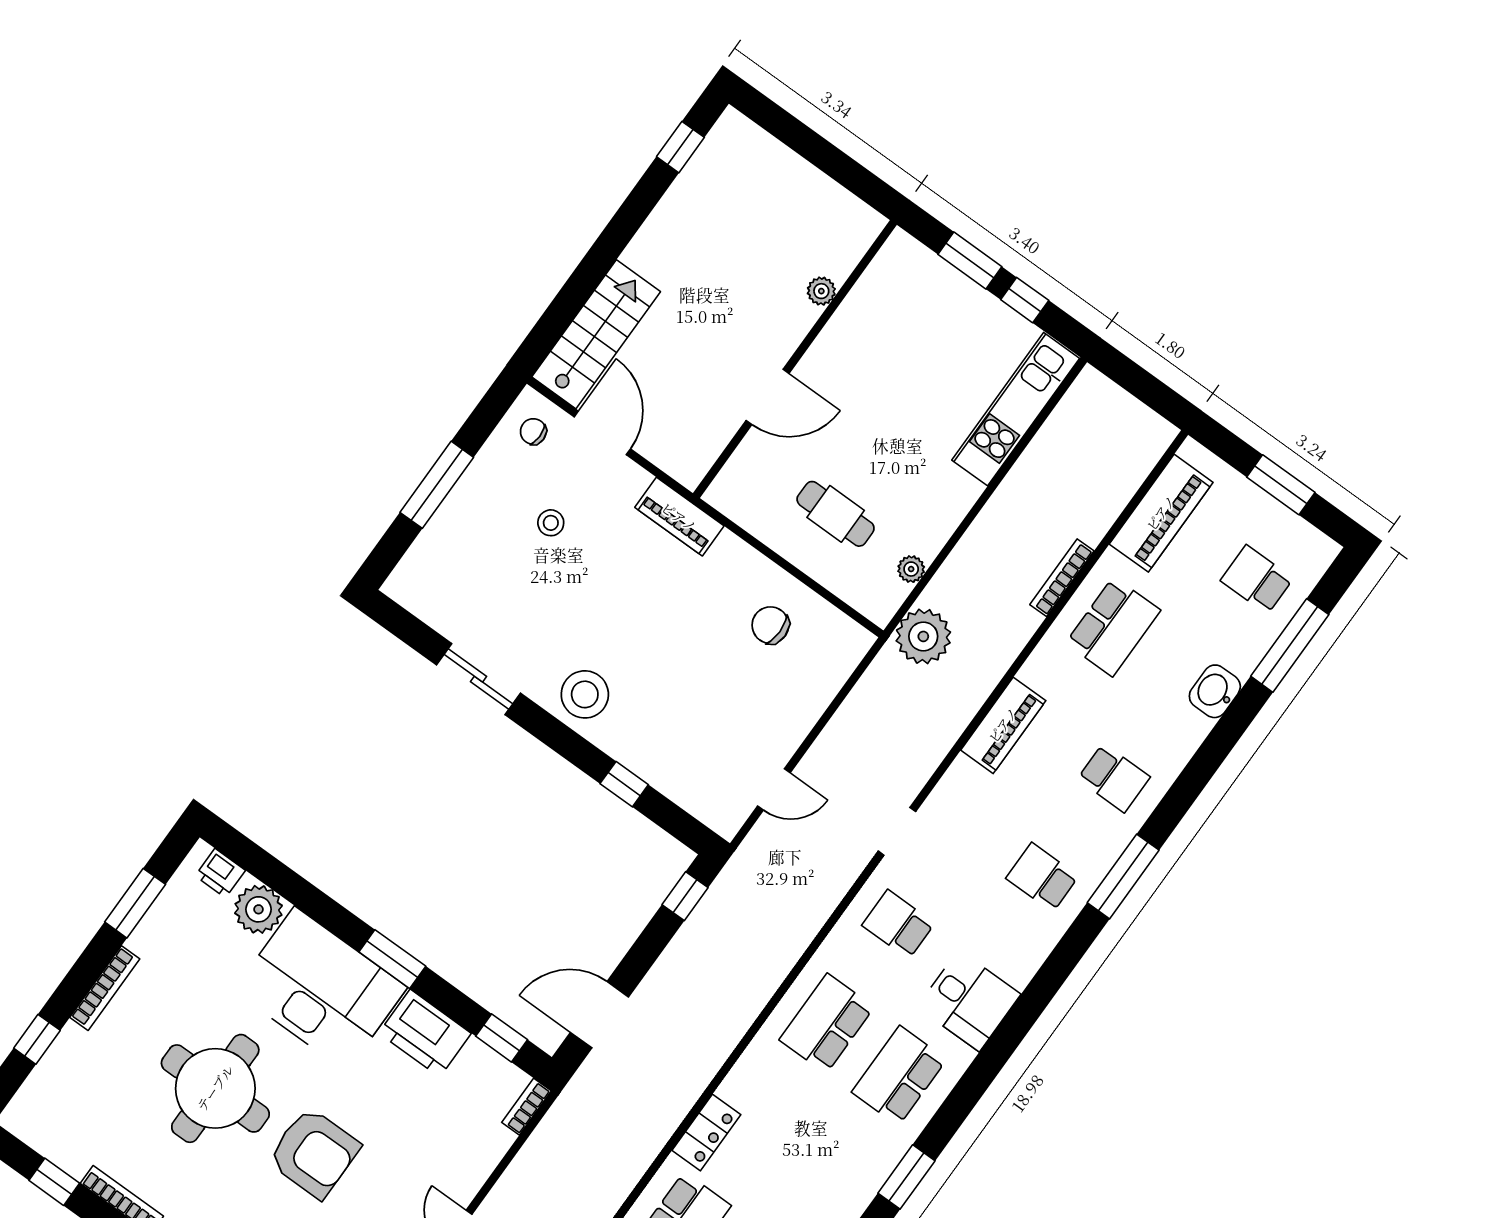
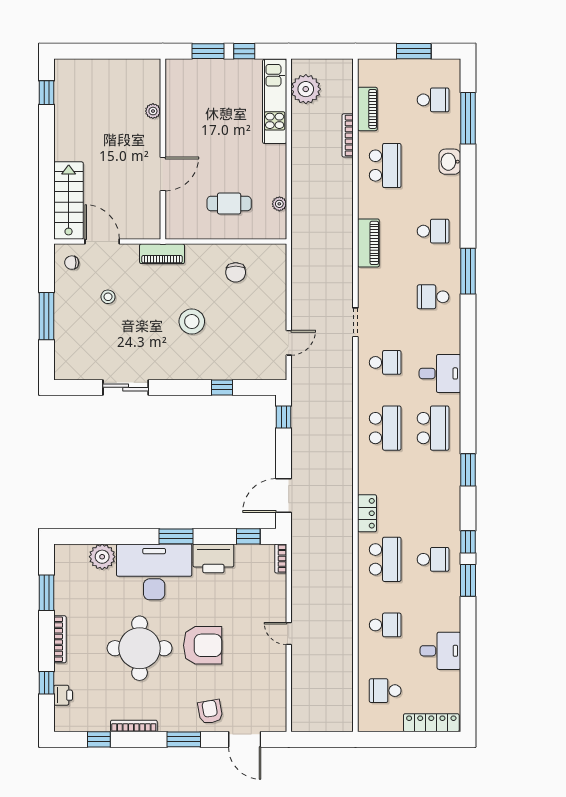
piano: (1161, 513) -> (367, 109), width x0.73, depth x0.75
bookcase: (1062, 578) -> (348, 135), moved
school desk: (1257, 580) -> (433, 100), turned 180
chair: (770, 625) -> (236, 272), turned -90
plant: (923, 636) -> (306, 89), moved
stool: (585, 694) -> (192, 321), moved
printer: (220, 873) -> (63, 695), moved, turned -90
school desk: (898, 924) -> (385, 362), turned 180
school desk: (827, 1024) -> (385, 428), turned 180
school desk: (899, 1076) -> (433, 428), turned 180

